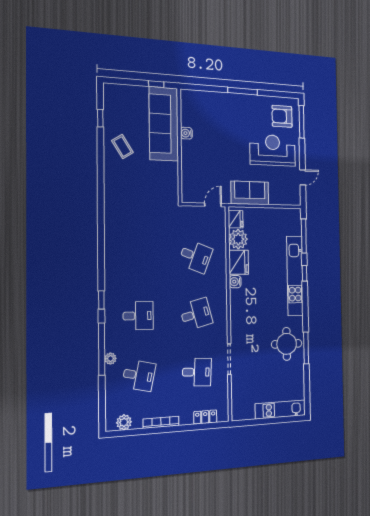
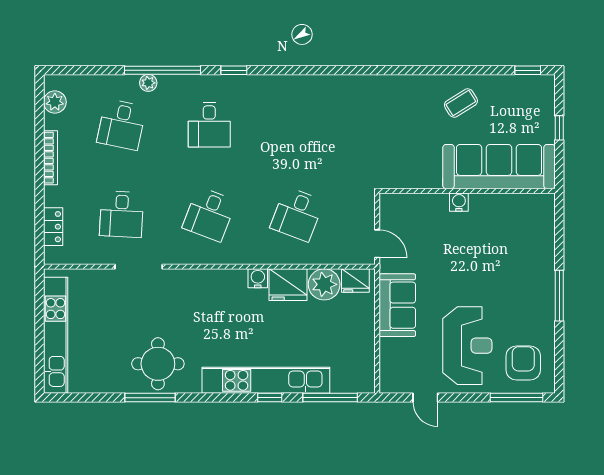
window: (156, 84) -> (559, 128), moved
window: (100, 118) -> (528, 70), moved
water cooler: (186, 133) -> (459, 202), moved
desk: (196, 314) -> (209, 214), turned 36
kitchen unit: (280, 410) -> (56, 335), width x1.36

